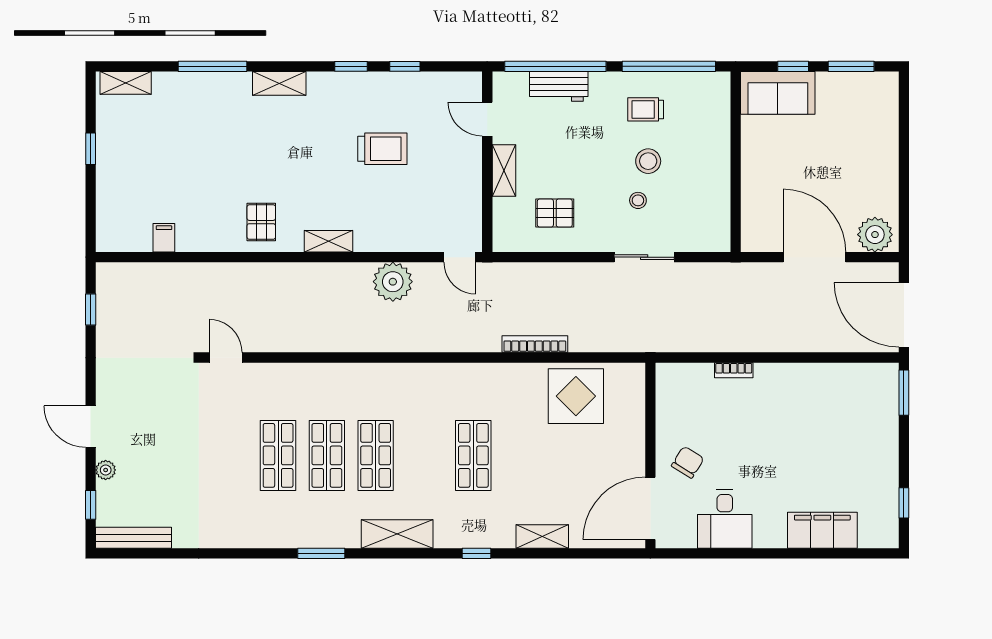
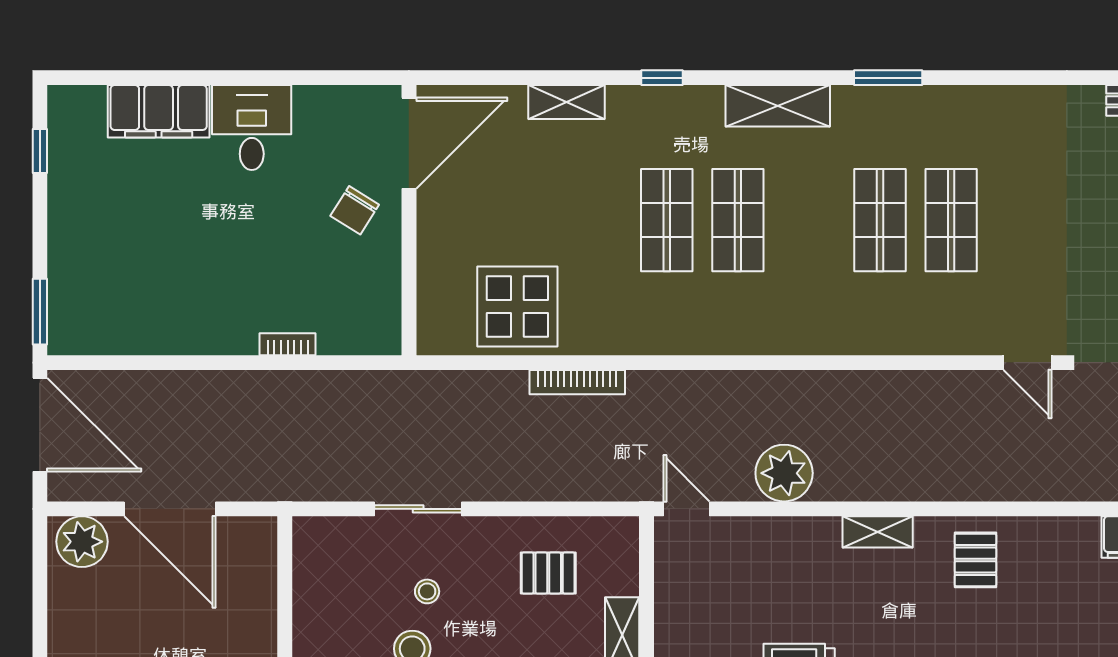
shop shelf: (376, 455) -> (738, 220), moved
desk: (725, 519) -> (252, 128), moved

